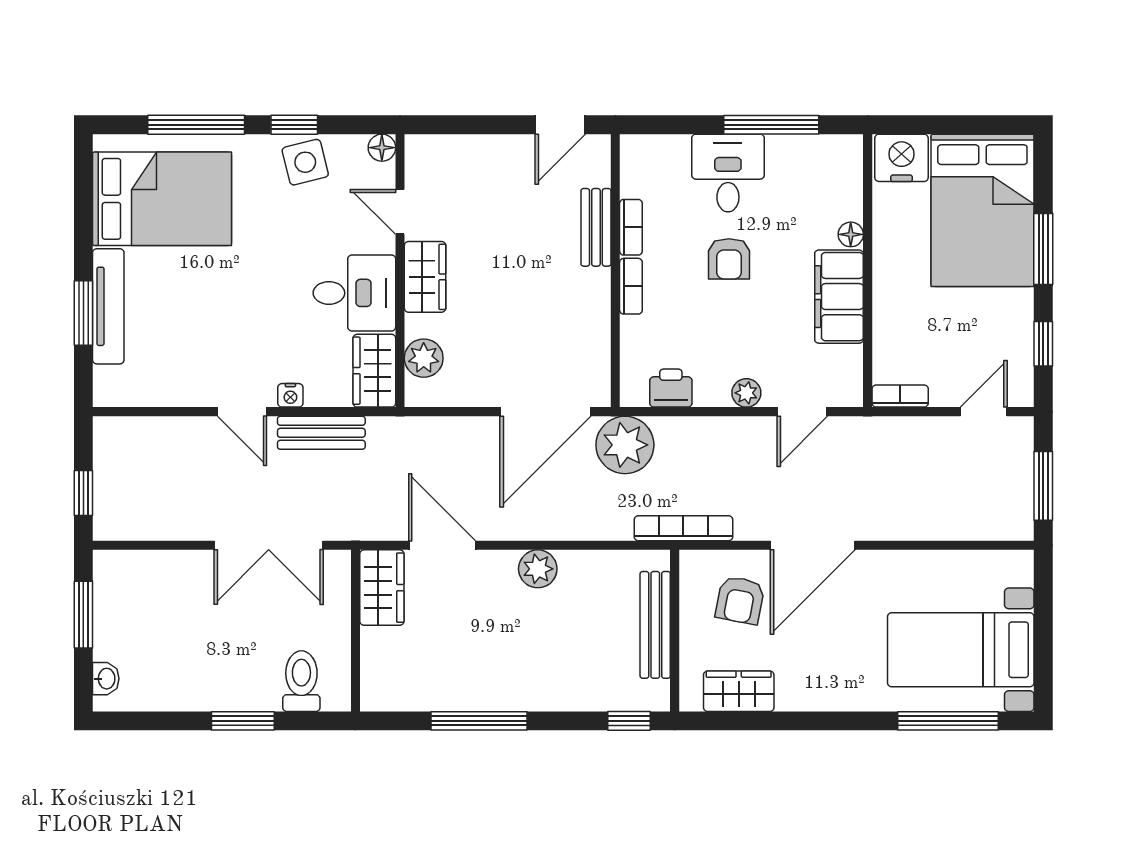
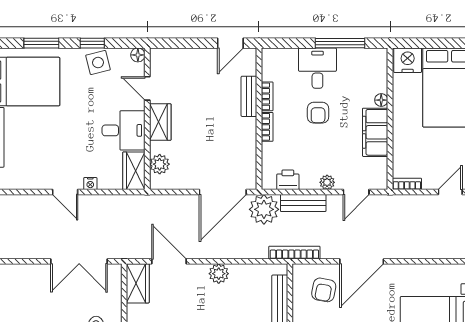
window: (196, 125) -> (41, 43), width x0.69
bench: (321, 433) -> (303, 203), moved

